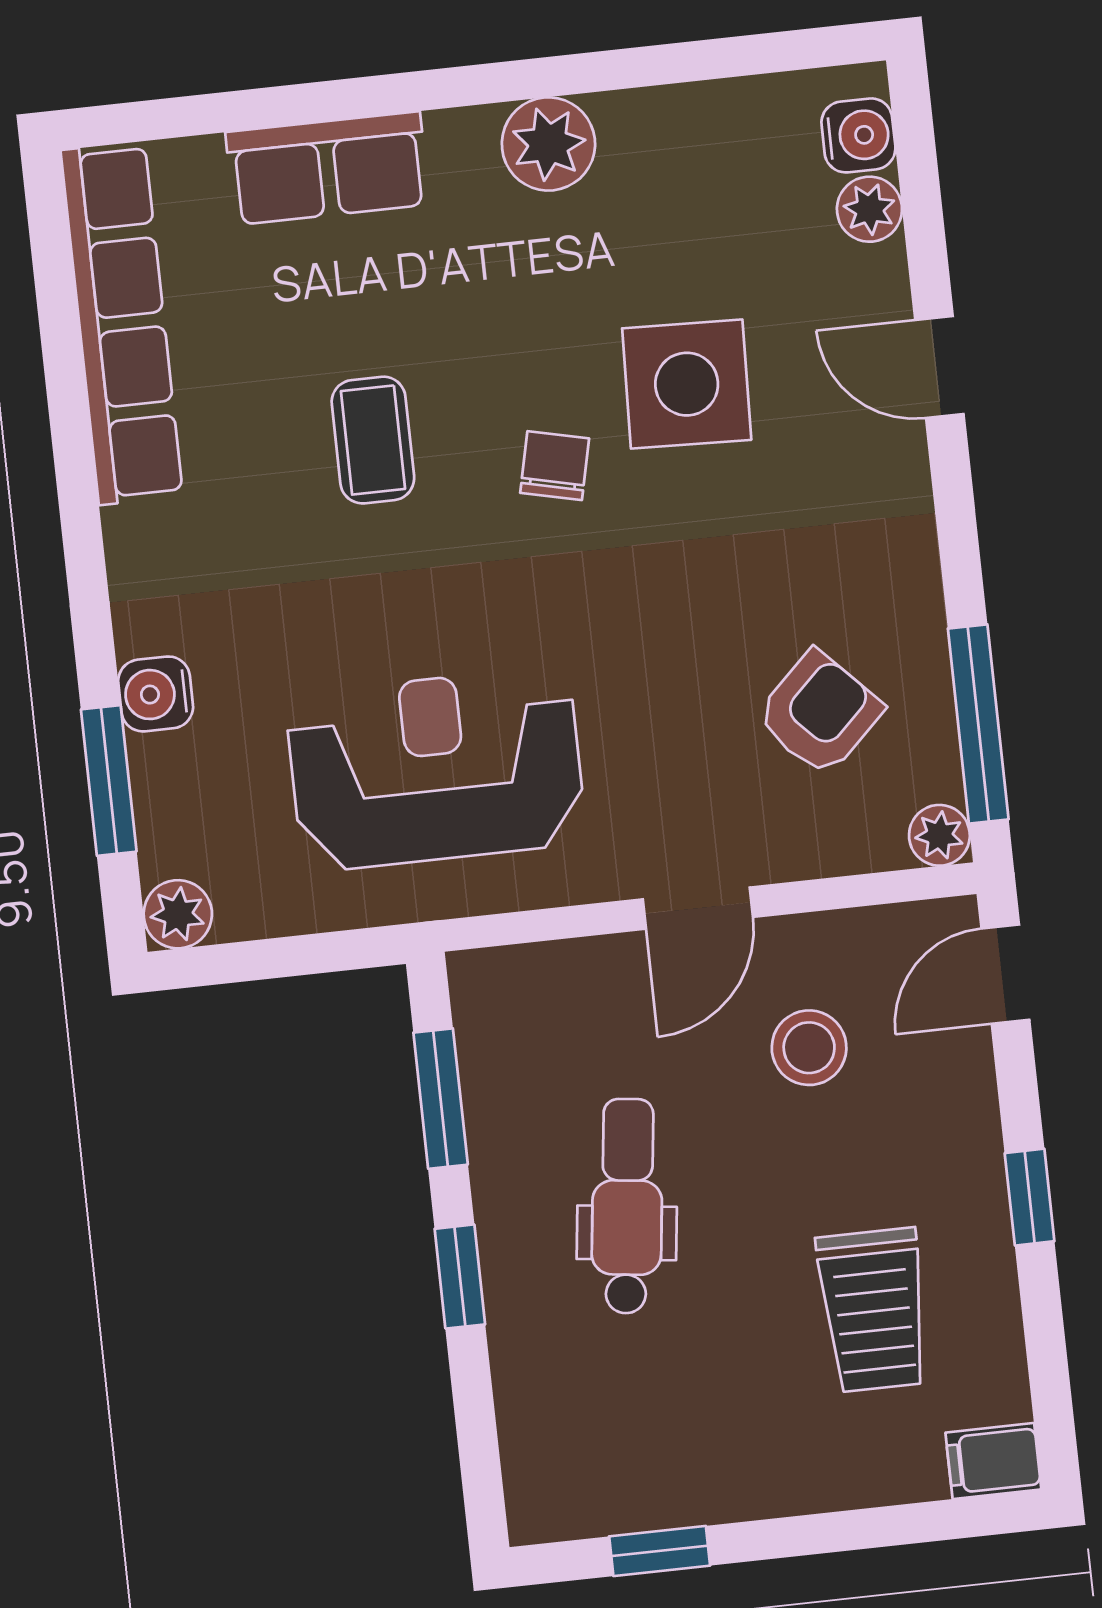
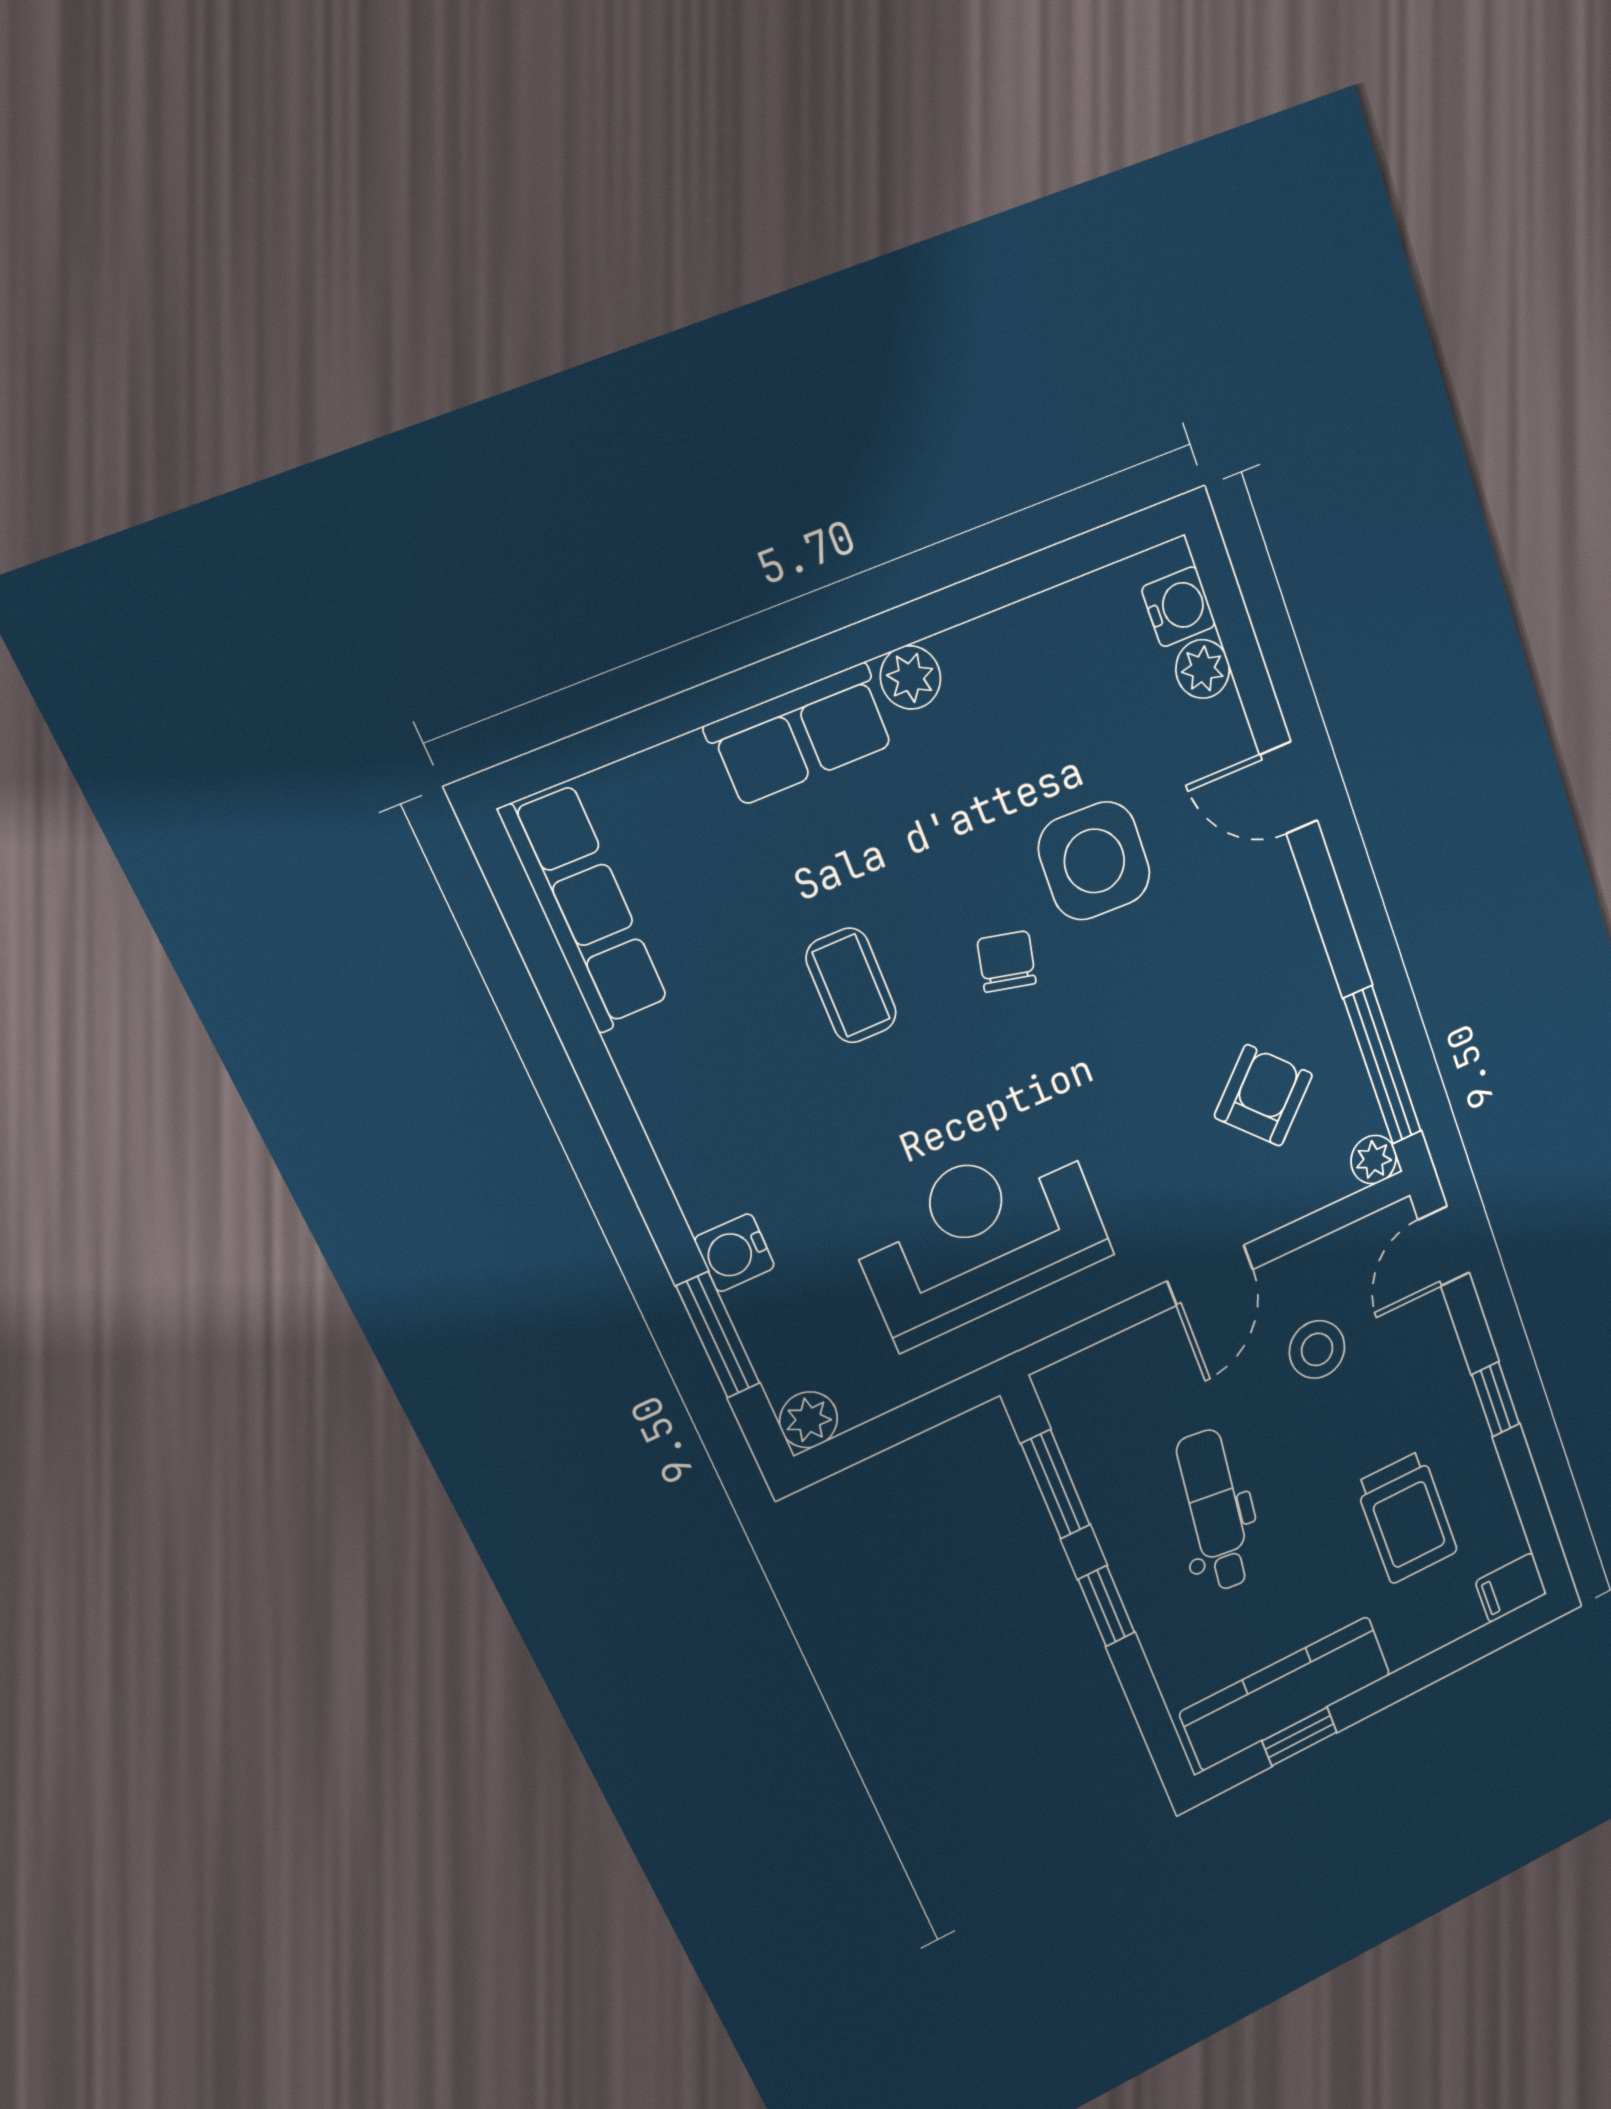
plant: (548, 144) -> (910, 677), width x0.73, depth x0.73
row of seats: (328, 168) -> (801, 735), moved
row of seats: (122, 323) -> (585, 908), width x0.73
kitchen counter: (656, 1484) -> (1286, 1693), added

